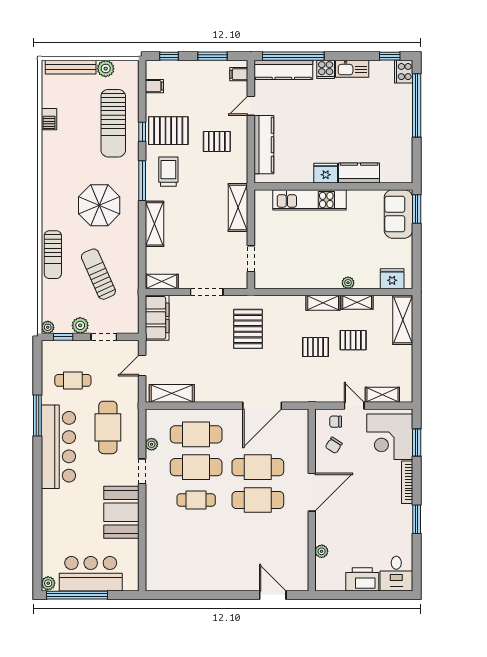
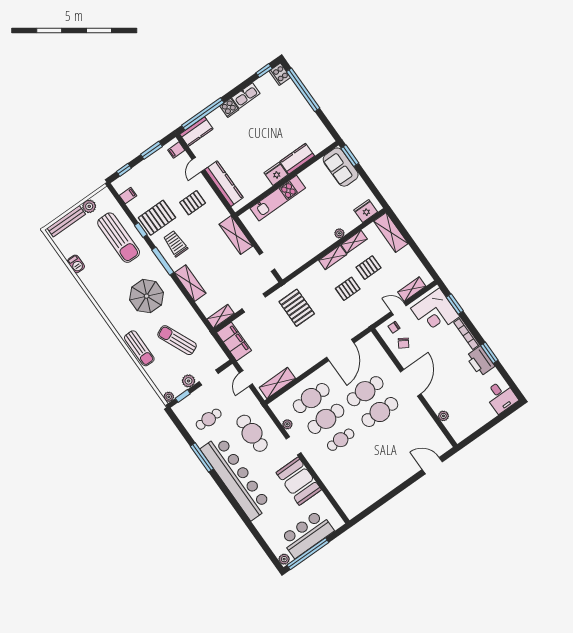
kitchen counter: (283, 70) -> (196, 132), width x0.67
bar counter: (58, 447) -> (236, 477), width x1.36
printer: (362, 579) -> (480, 361), moved, turned -90

